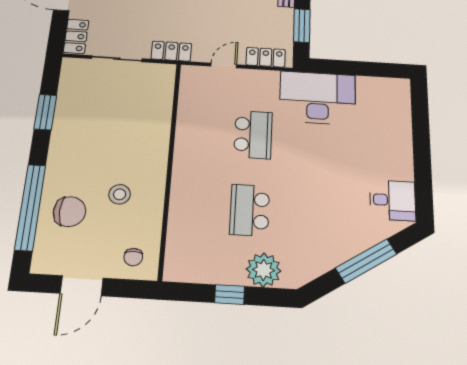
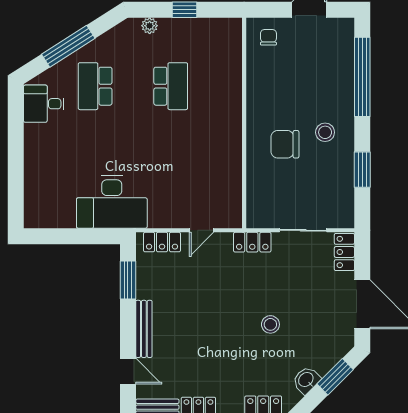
school desk: (253, 135) -> (95, 86), moved
stool: (120, 194) -> (325, 132), moved
chair: (69, 212) -> (285, 144), moved
plant: (264, 270) -> (150, 26), width x0.53, depth x0.53

